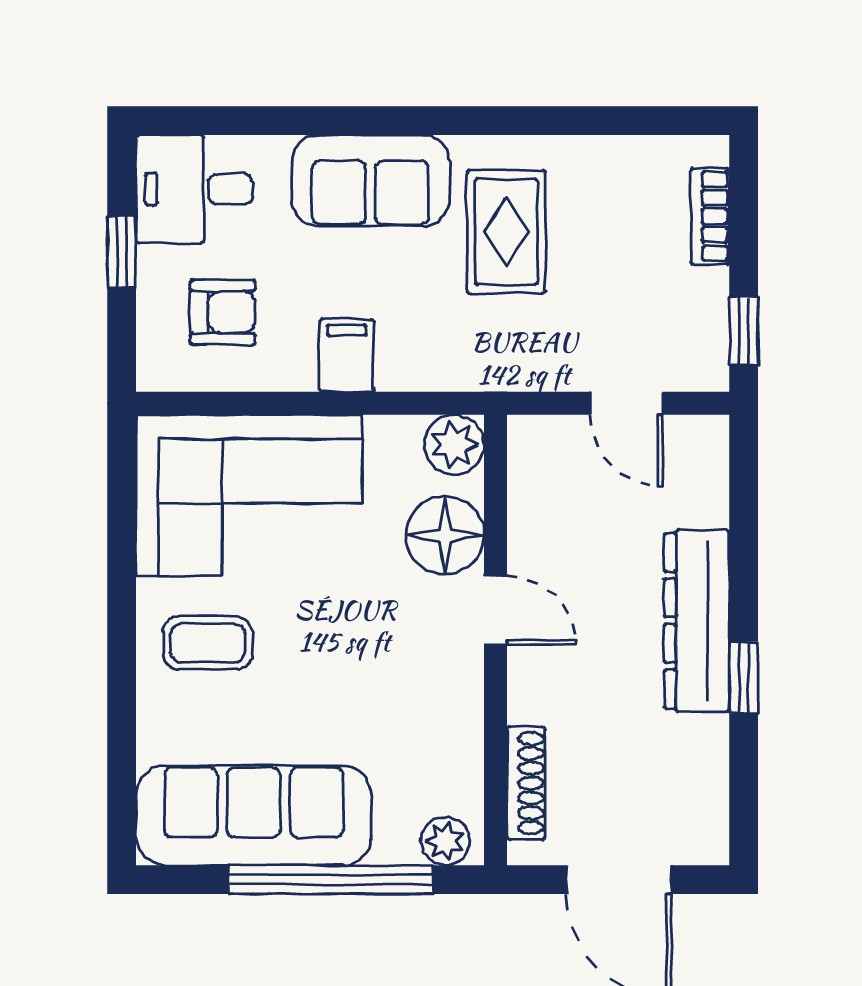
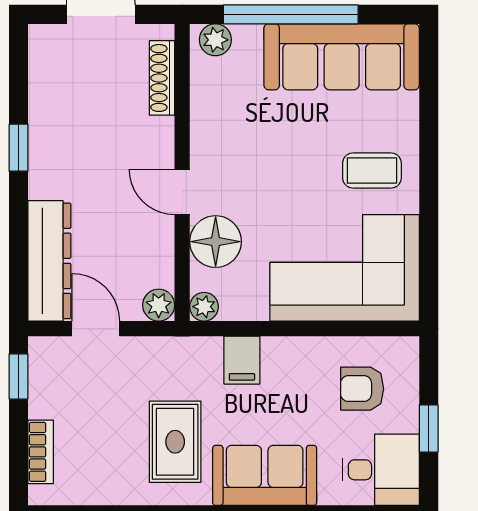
filing cabinet: (347, 355) -> (242, 360), moved
plant: (531, 439) -> (159, 305), added
plant: (454, 445) -> (204, 307), width x0.73, depth x0.73
dresser: (697, 621) -> (49, 261), moved

